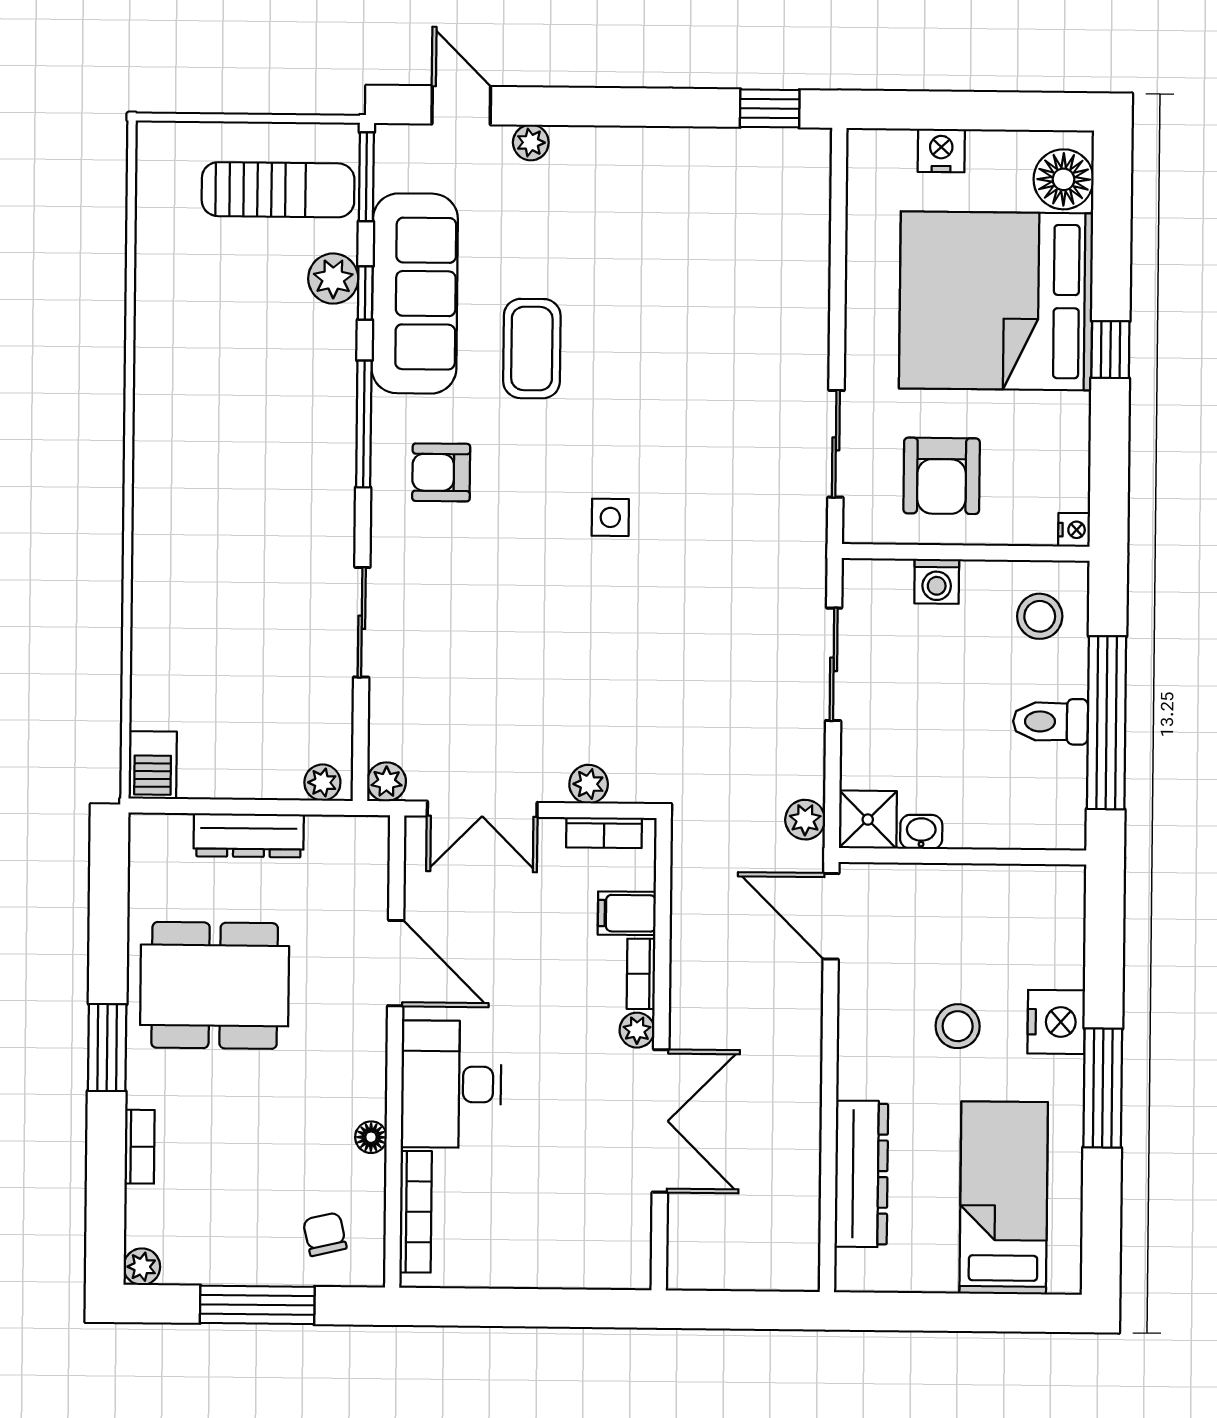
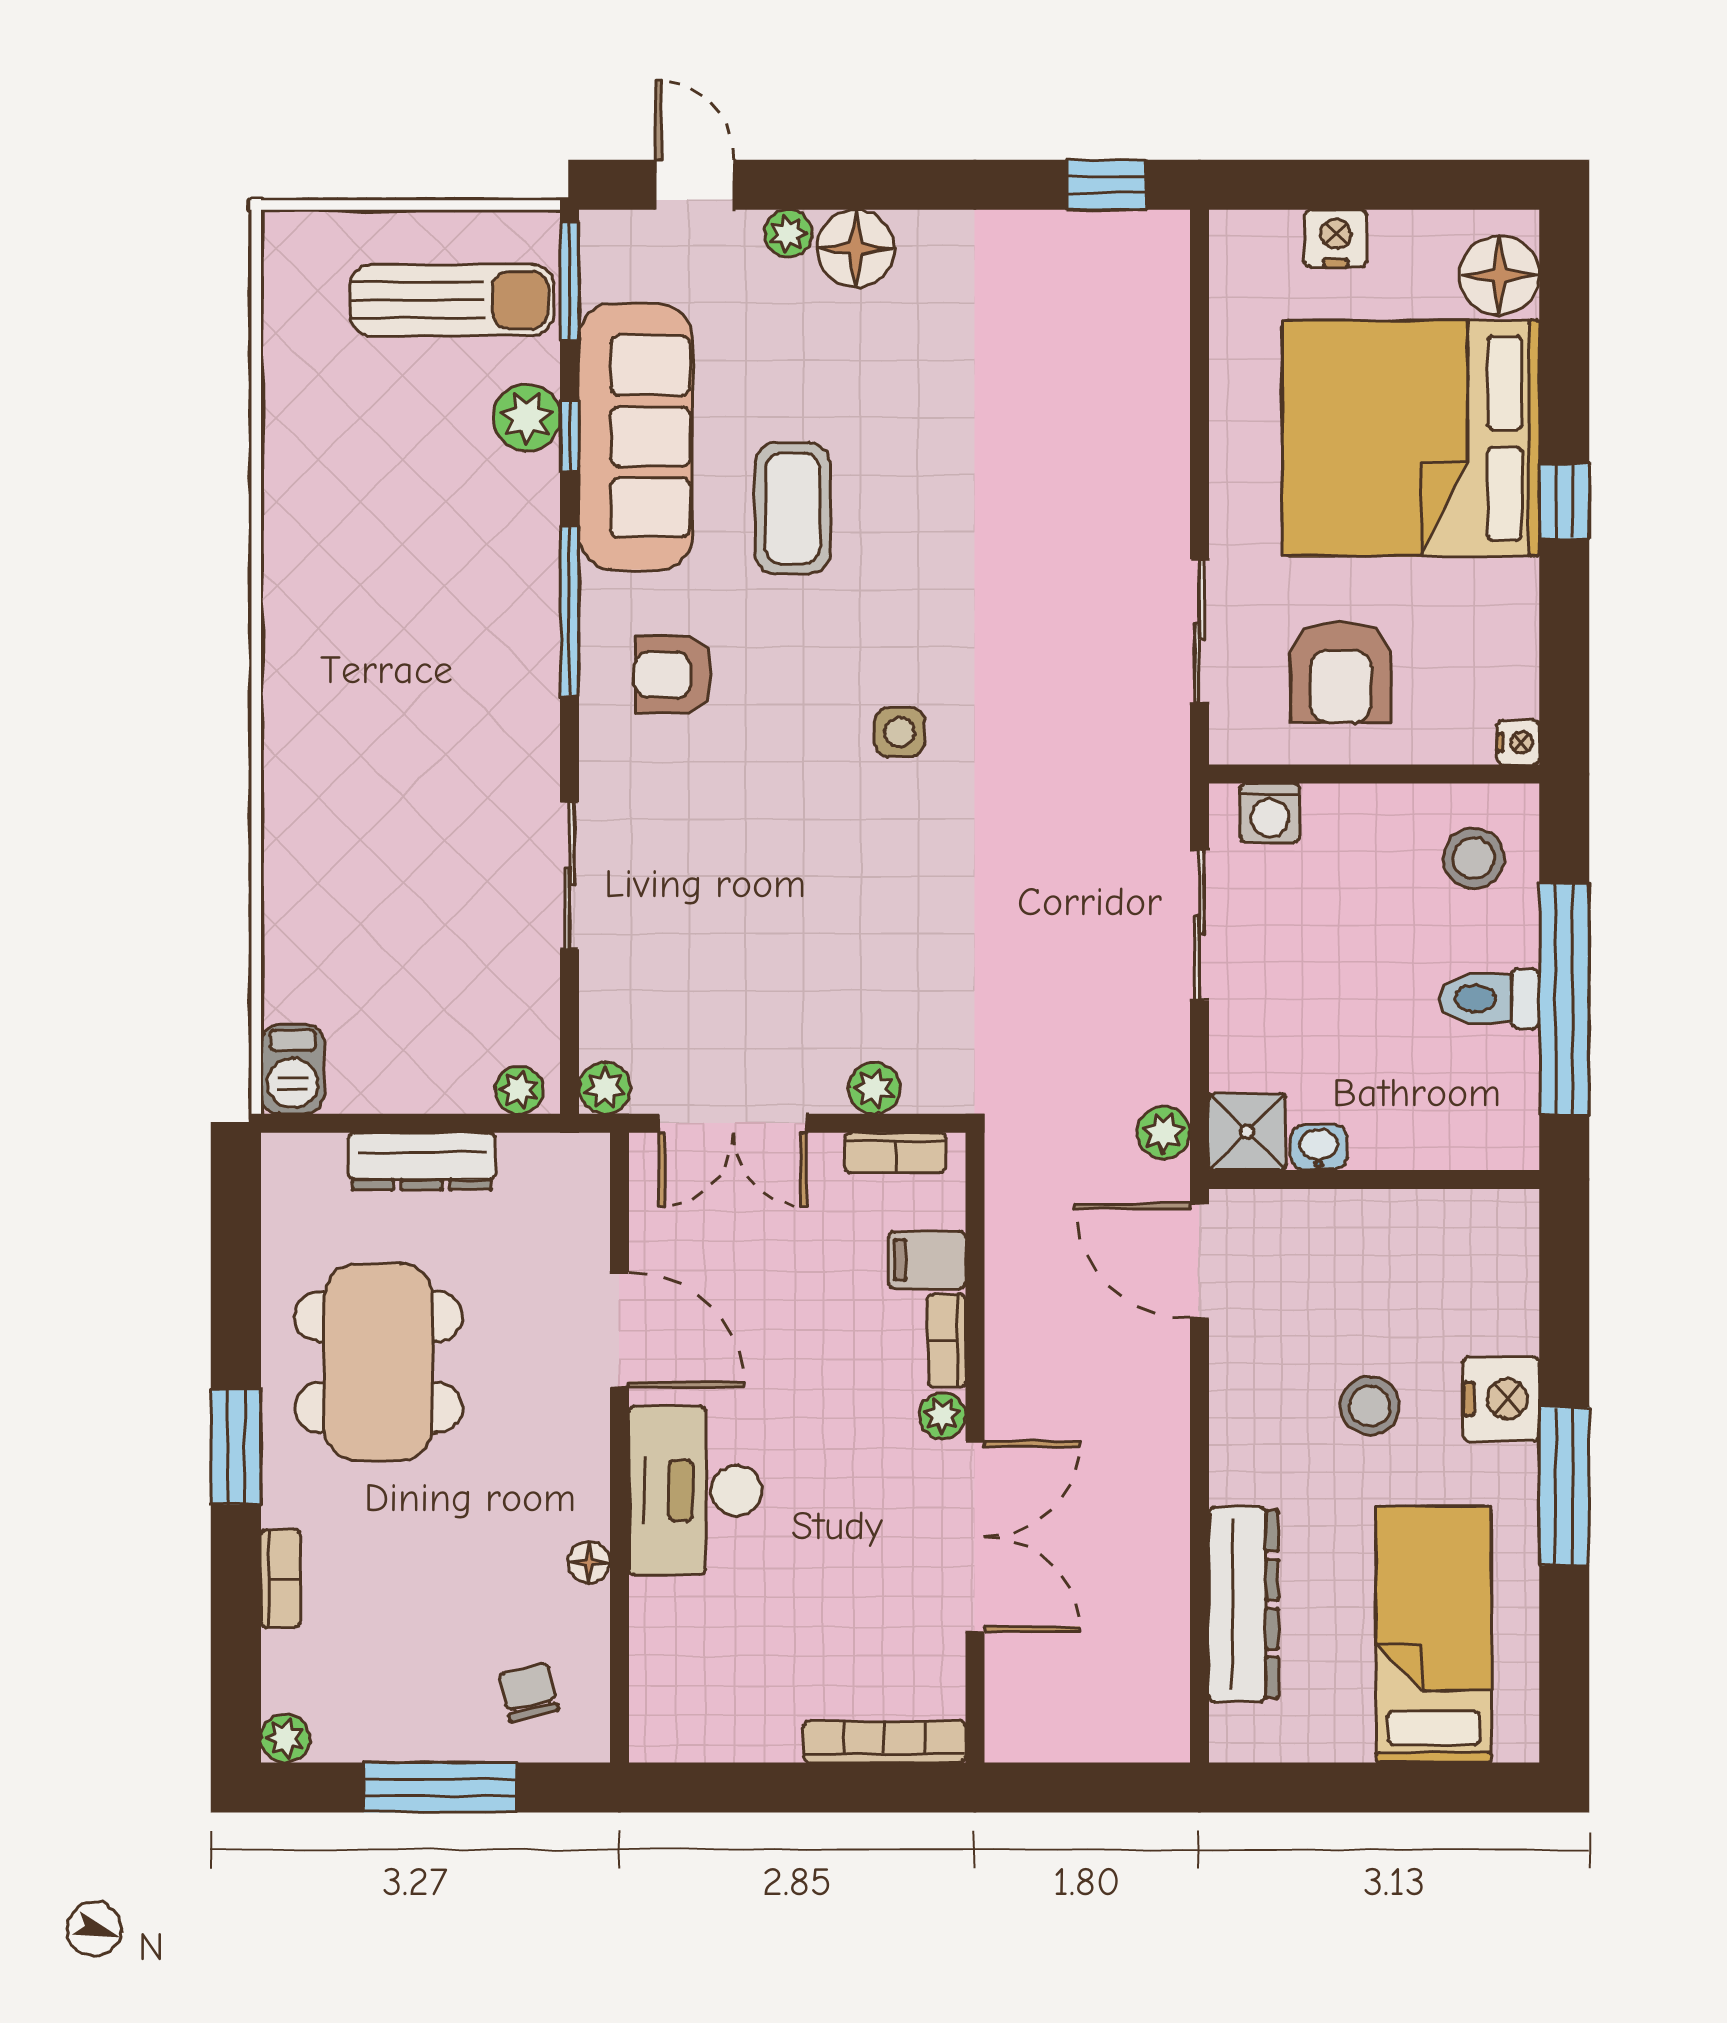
floor lamp: (581, 154) -> (856, 248), added
washing machine: (937, 581) -> (1270, 813), moved
dining table: (215, 985) -> (378, 1362), turned 90
bookcase: (416, 1212) -> (885, 1742), moved, turned -90

